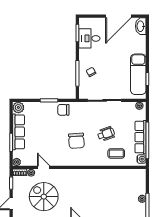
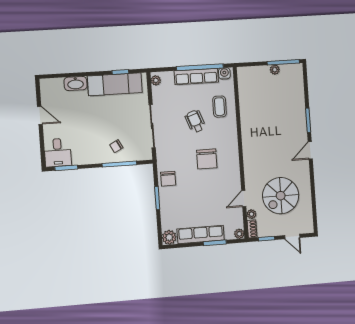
door: (118, 16) -> (40, 115), width x0.53
washbasin: (141, 26) -> (76, 83), moved
desk: (89, 38) -> (58, 153), moved
chair: (76, 141) -> (207, 159), turned 94

